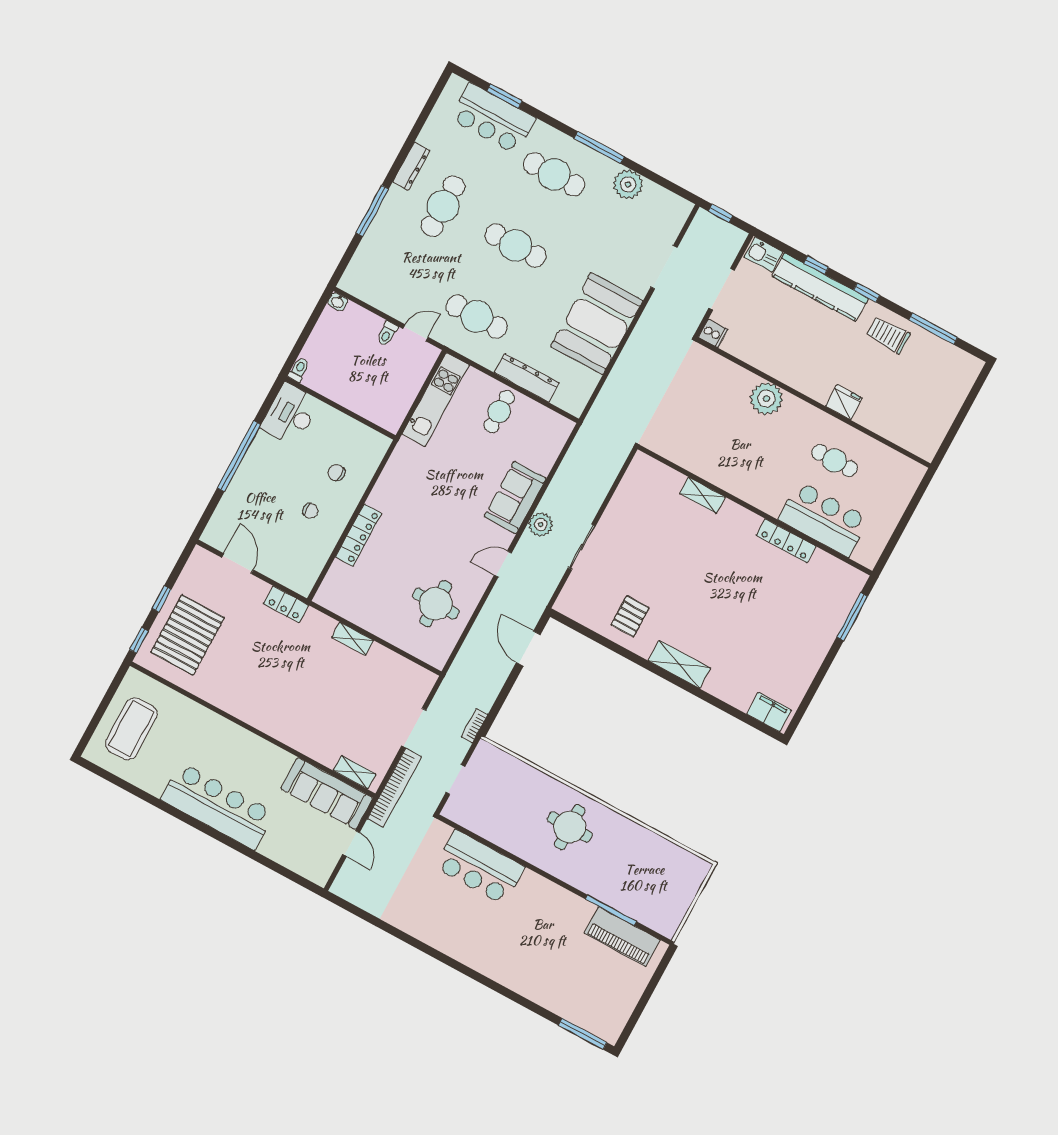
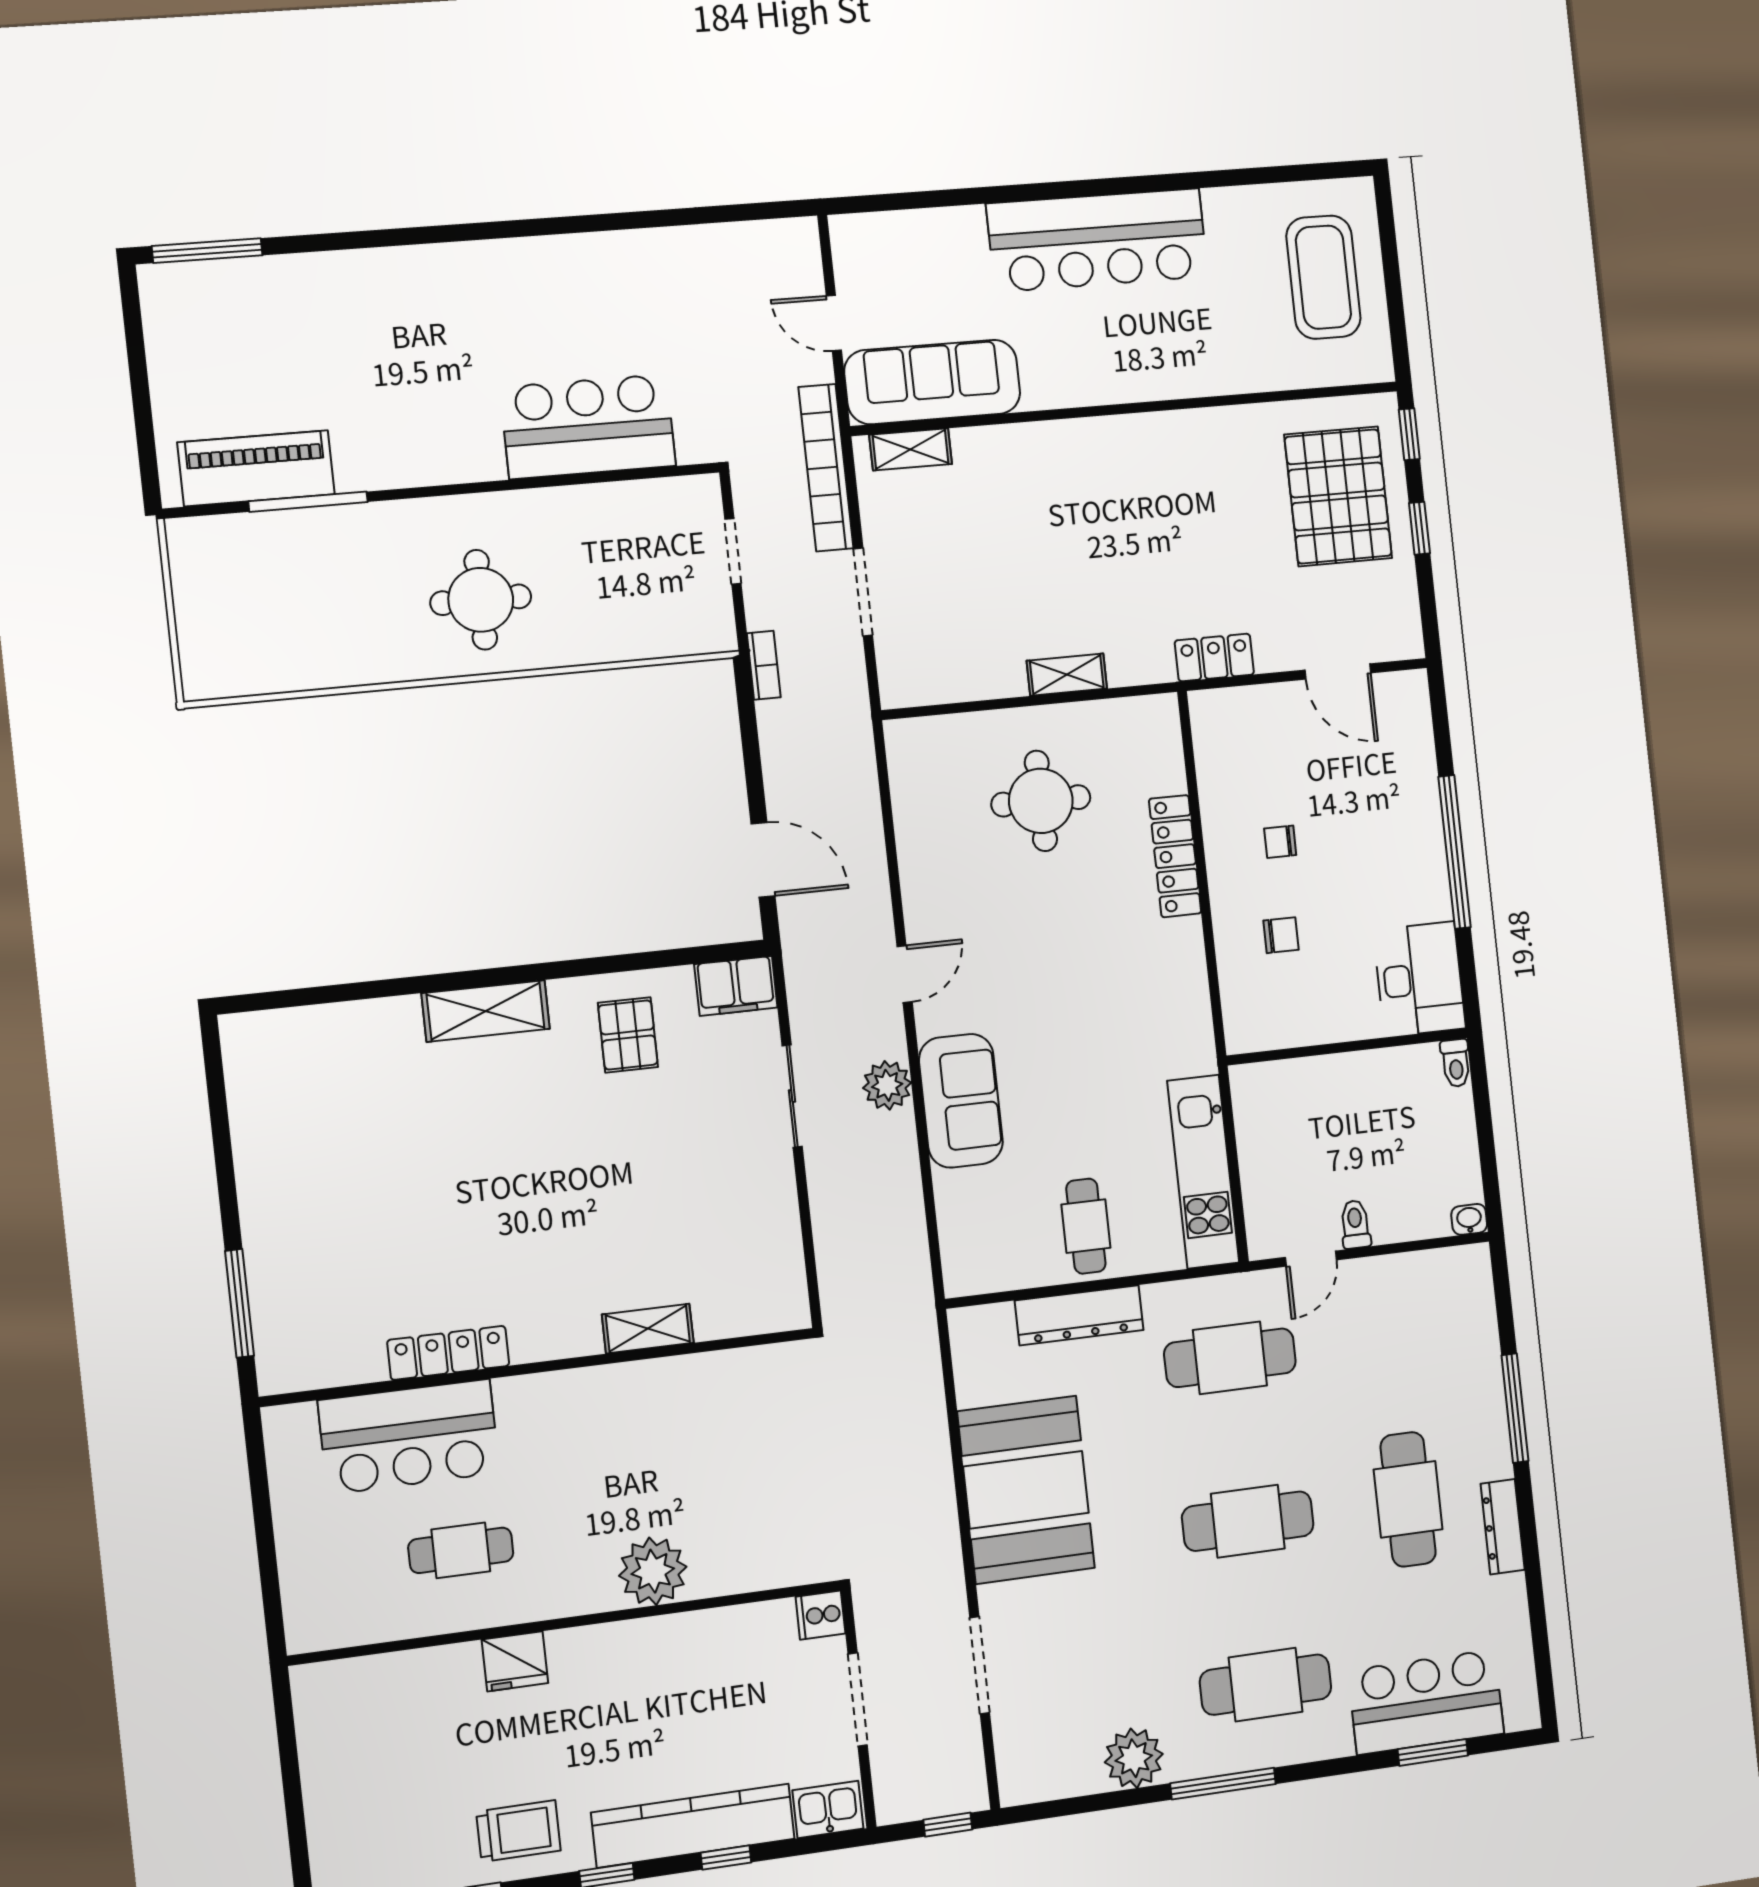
round table: (436, 604) -> (1041, 801), moved
filing cabinet: (769, 712) -> (736, 986), moved

